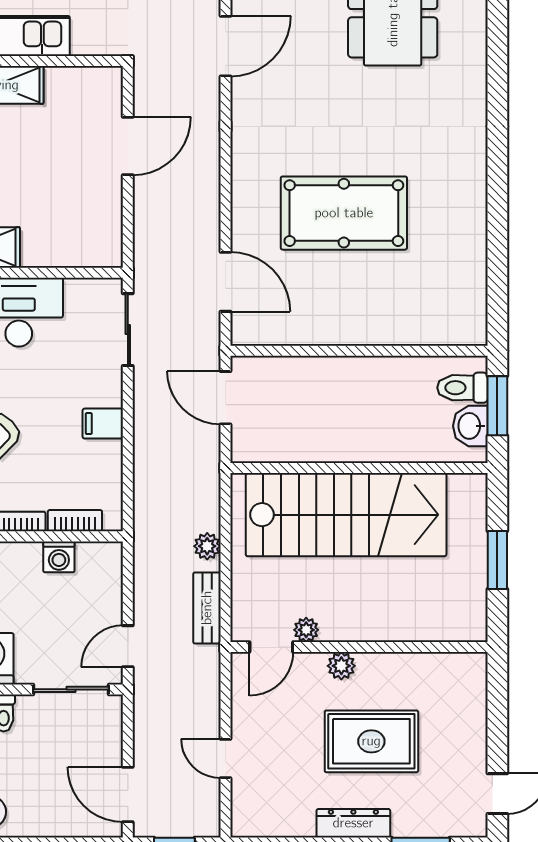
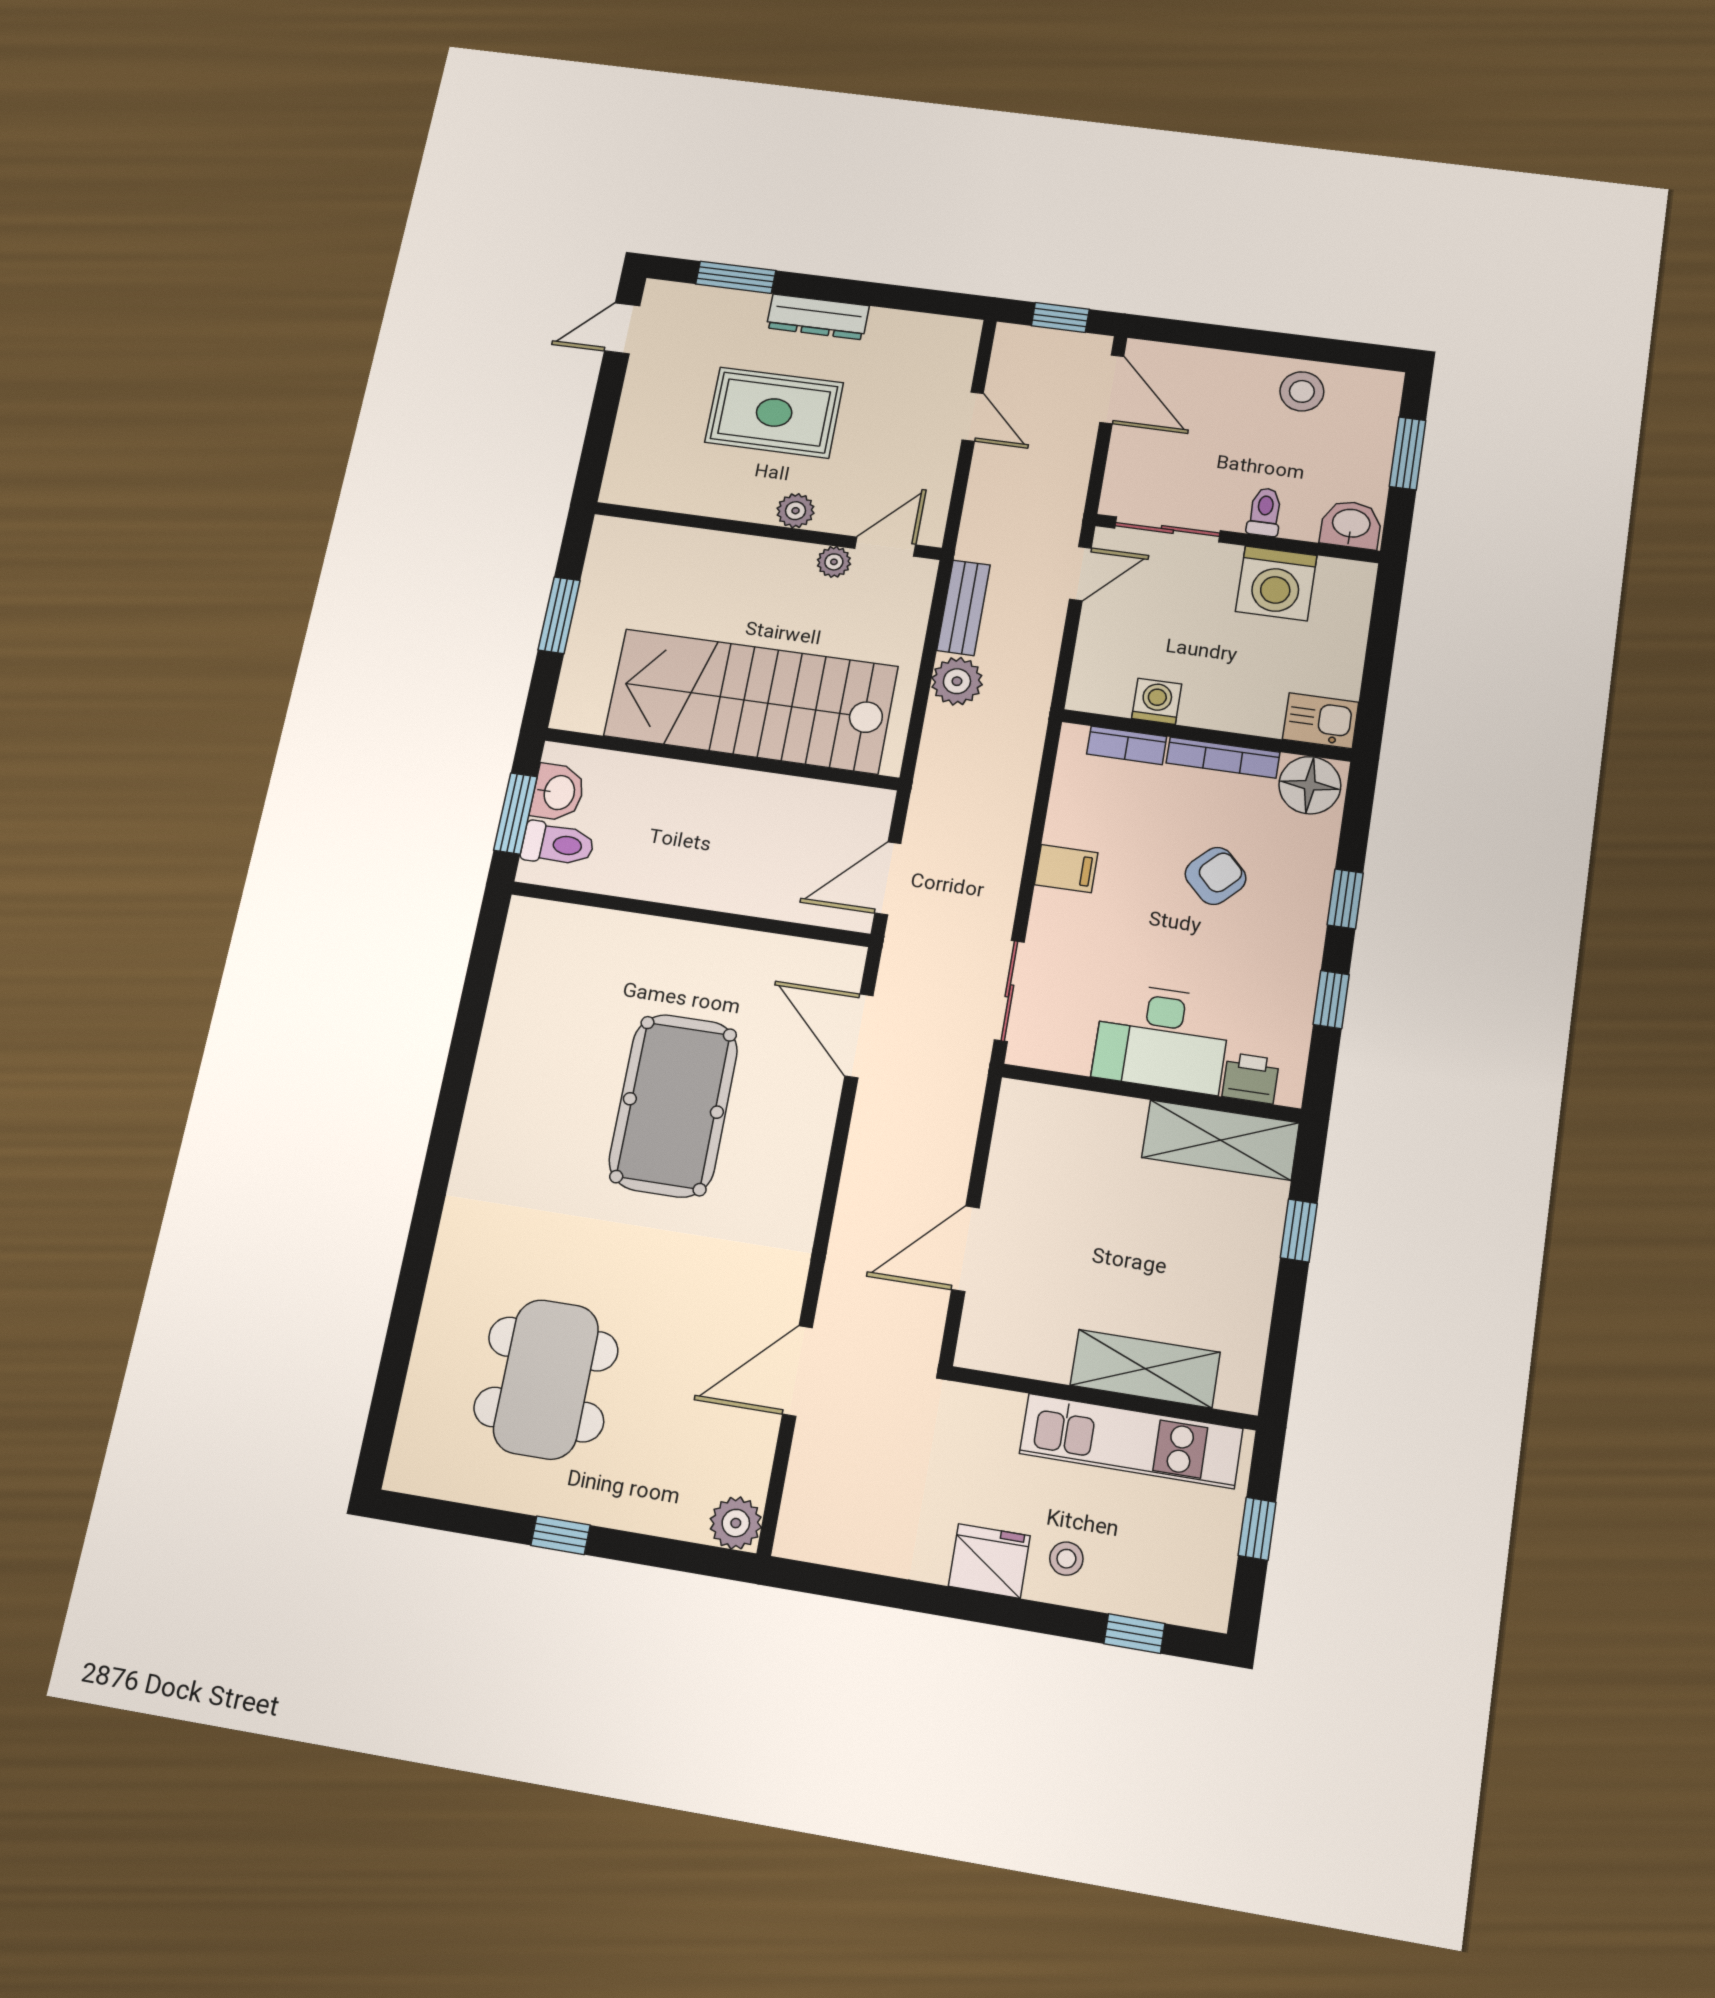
pool table: (344, 213) -> (673, 1105), turned 90
door: (225, 398) -> (888, 878), swing flipped
plant: (207, 546) -> (957, 681), width x1.38, depth x1.38

